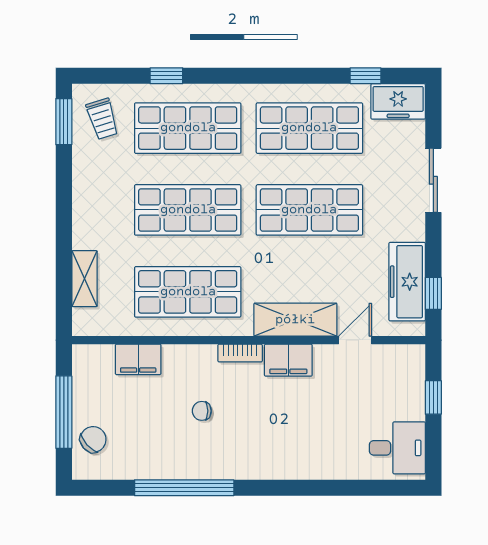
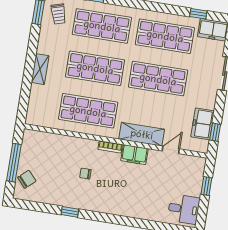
shelving: (84, 279) -> (40, 69), moved
freezer: (407, 282) -> (203, 124), width x0.71
filing cabinet: (138, 359) -> (57, 142), removed
window: (184, 488) -> (70, 212), width x0.32

